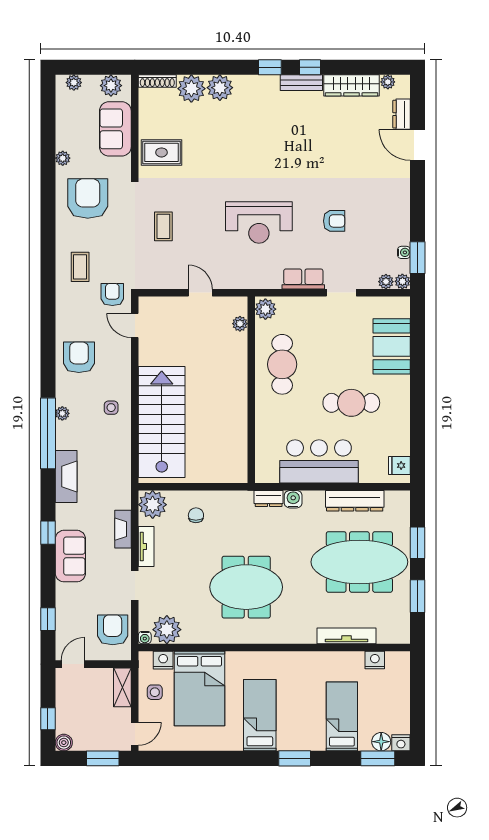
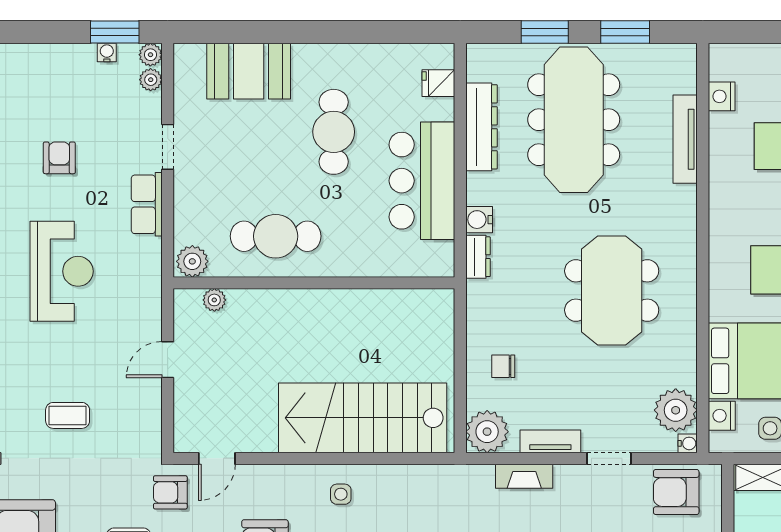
fridge: (399, 465) -> (438, 83), moved, turned 90

